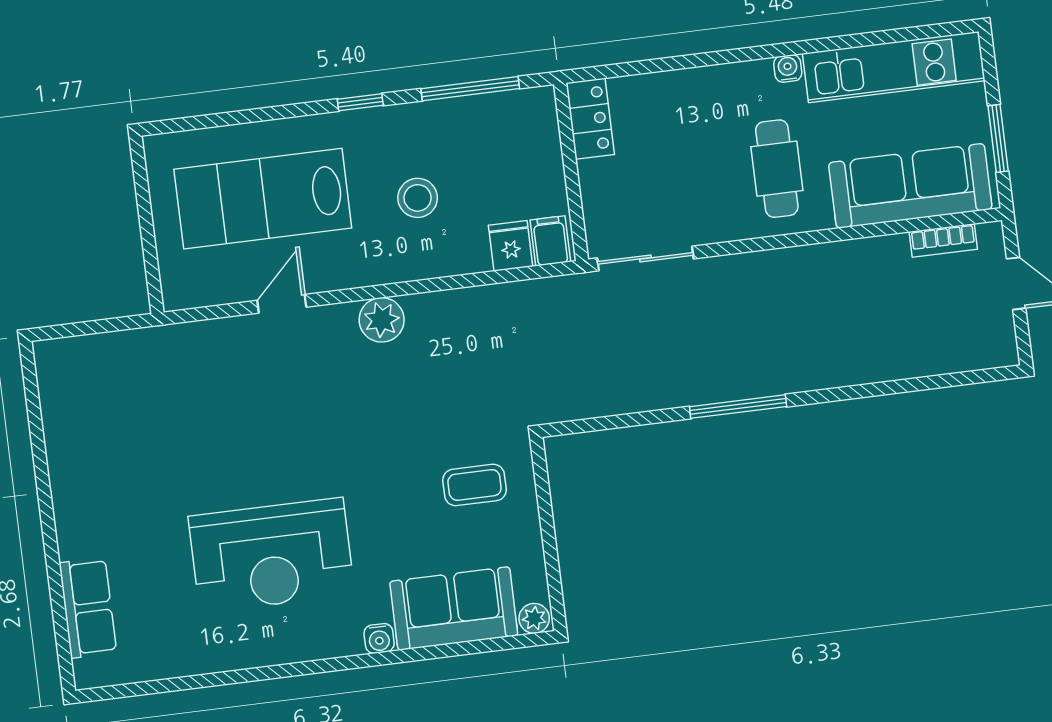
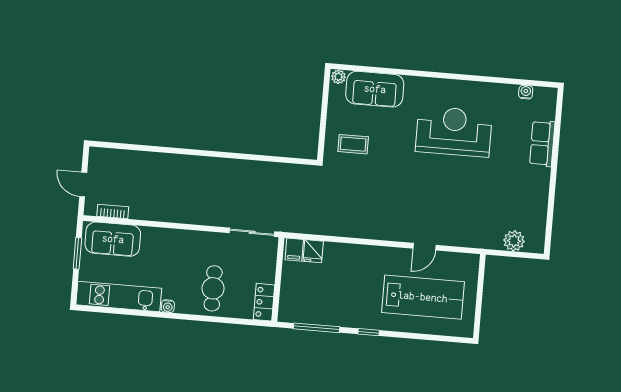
cafe table: (777, 169) -> (213, 288), moved
sofa: (910, 186) -> (113, 239), width x0.73
stool: (418, 198) -> (351, 282), removed
plant: (382, 320) -> (514, 241), moved
window: (738, 407) -> (224, 155), removed
row of seats: (88, 608) -> (542, 143), moved
water cooler: (379, 638) -> (526, 92), moved

